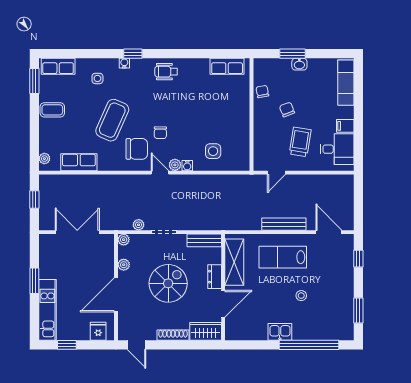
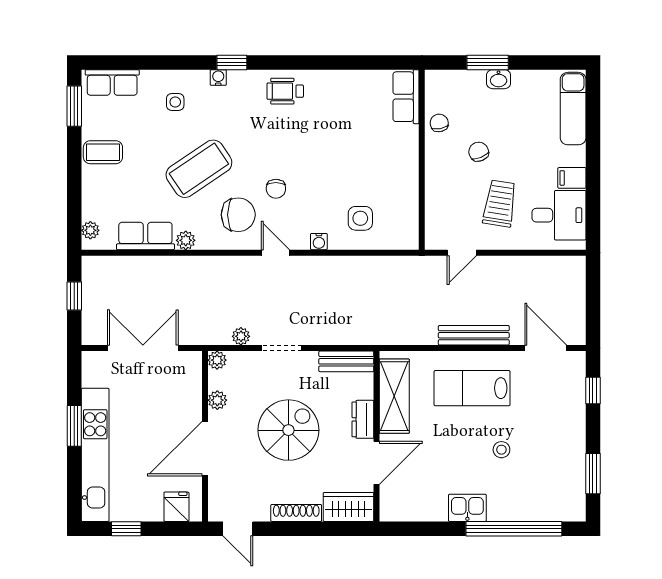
row of seats: (227, 66) -> (406, 97), moved, turned 90
coffee table: (112, 120) -> (199, 169), turned 32
plant: (175, 165) -> (186, 240), moved
kitchen unit: (47, 310) -> (95, 455), width x1.36

